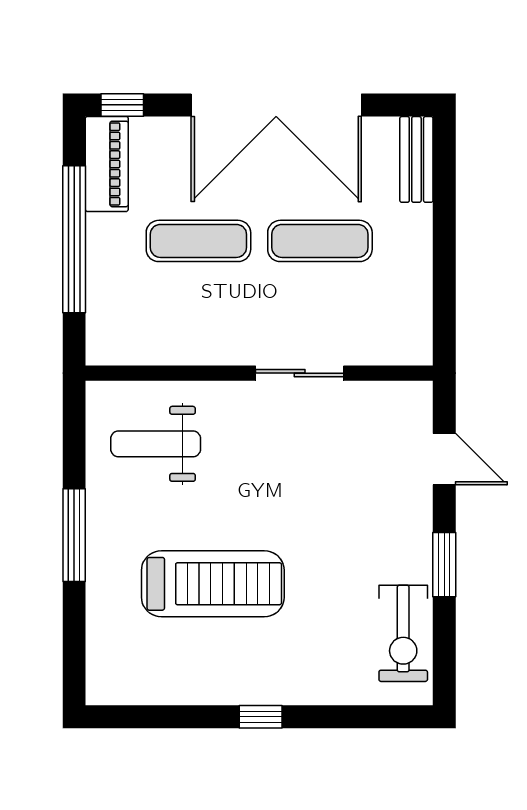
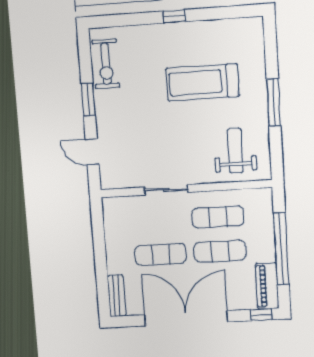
exercise mat: (198, 312) -> (218, 217), added
weight bench: (156, 444) -> (235, 151), turned -90
exercise bike: (403, 633) -> (106, 64), turned 180

